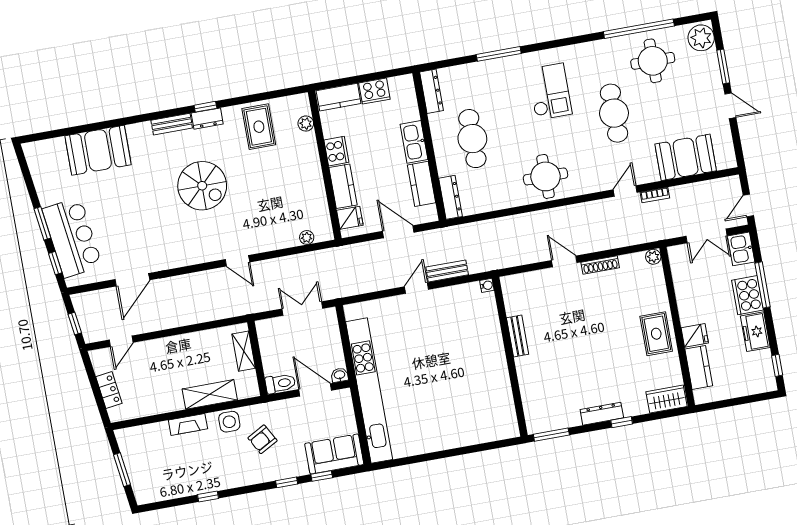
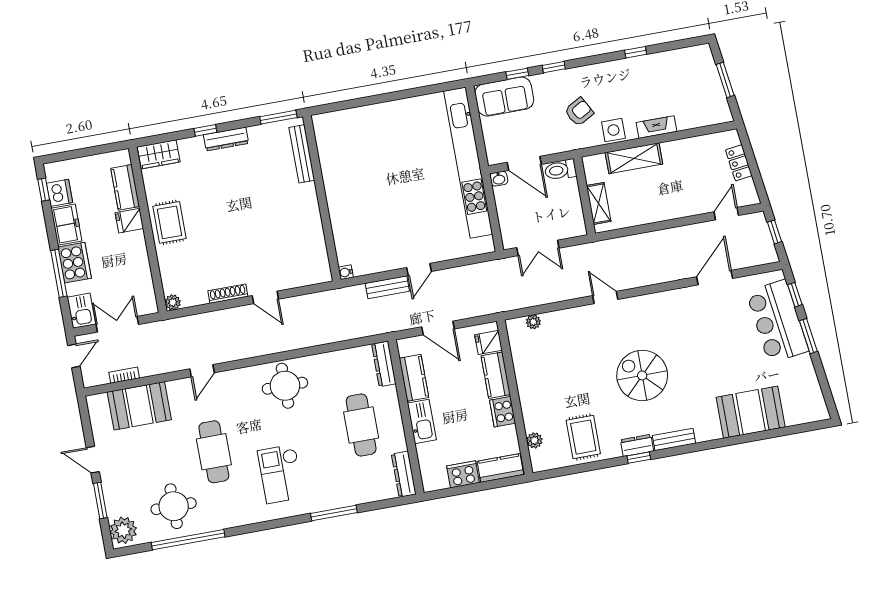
bookcase: (655, 195) -> (124, 375), moved
bench: (518, 336) -> (302, 154), moved, width x1.36
dishwasher: (762, 362) -> (60, 193), added

